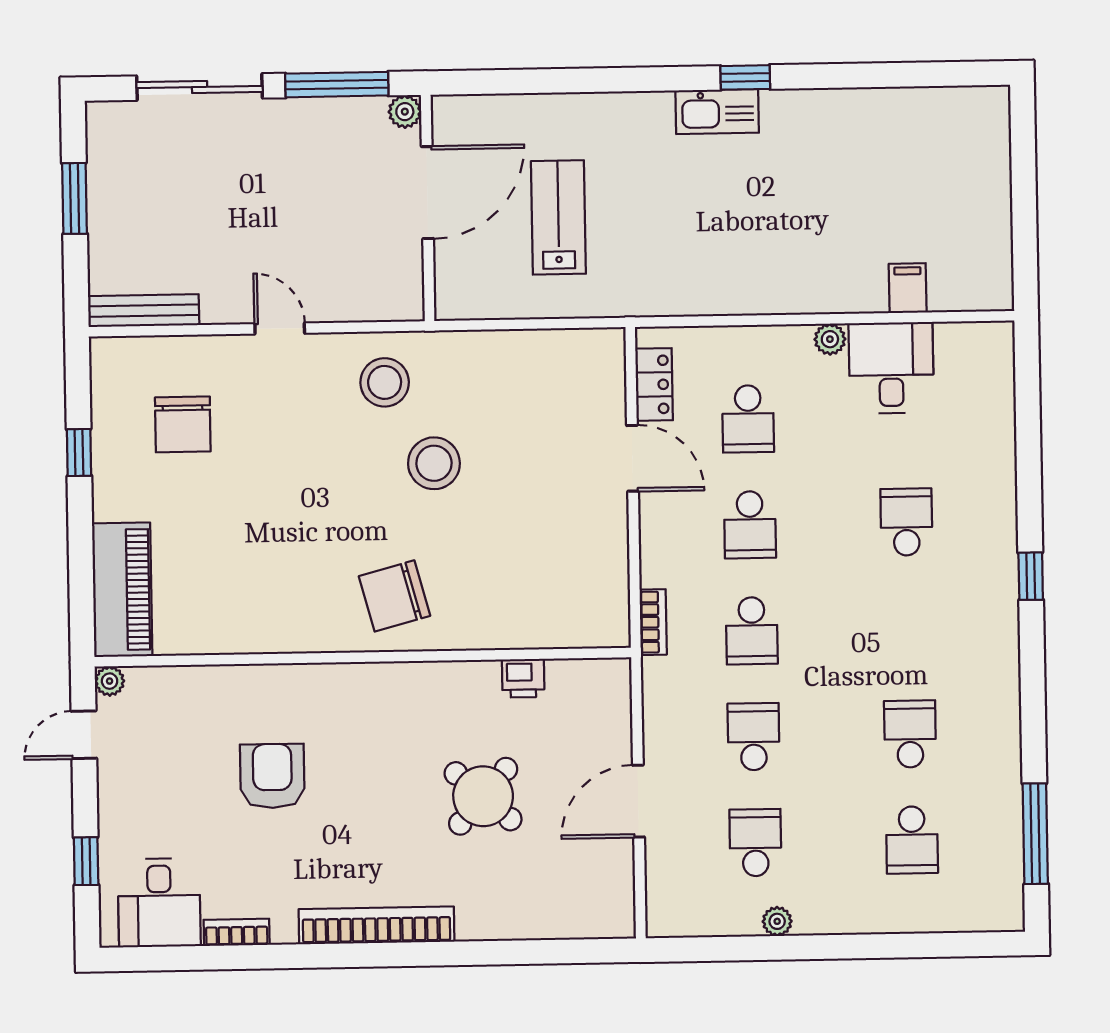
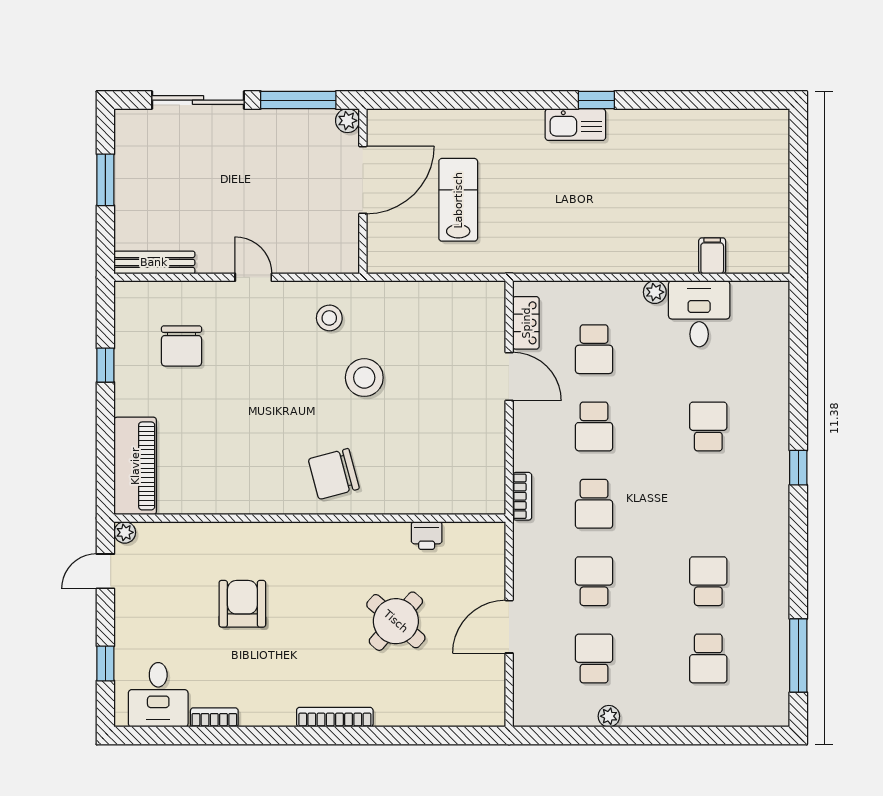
stool: (385, 382) -> (329, 318), width x0.73, depth x0.73
bookcase: (376, 925) -> (335, 717), width x0.68, depth x0.76

